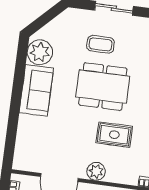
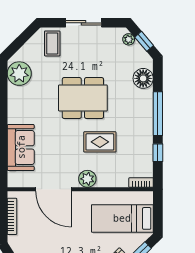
coffee table: (101, 44) -> (52, 43), moved, turned 90
sofa: (36, 90) -> (21, 147), moved

